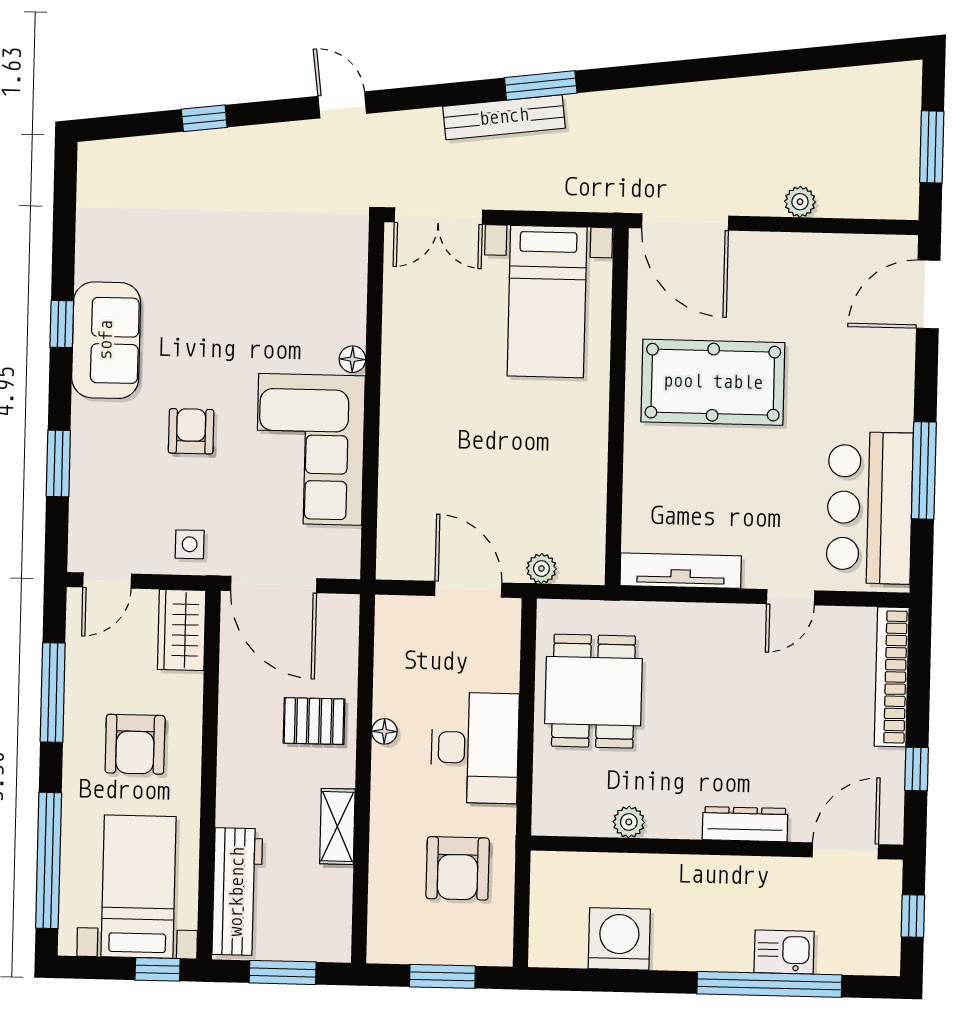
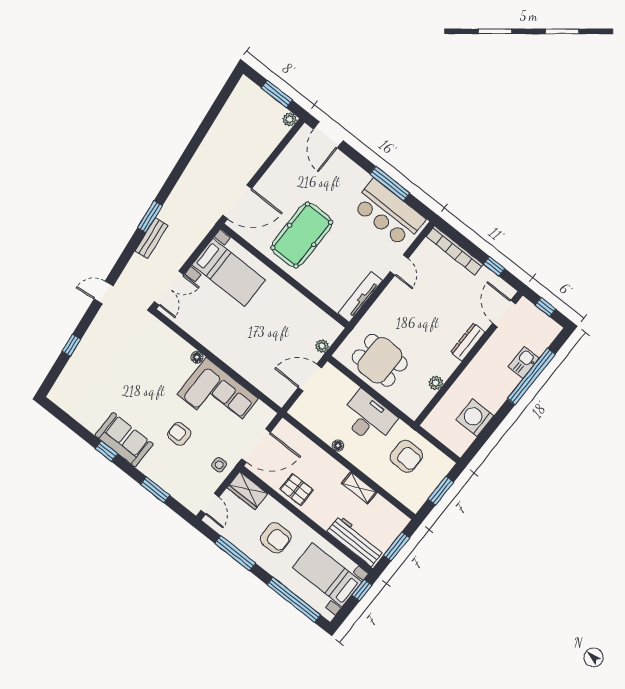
bench: (504, 117) -> (151, 238), width x0.73
plant: (800, 202) -> (290, 119), moved
pallet: (314, 721) -> (297, 490), moved, turned 90

